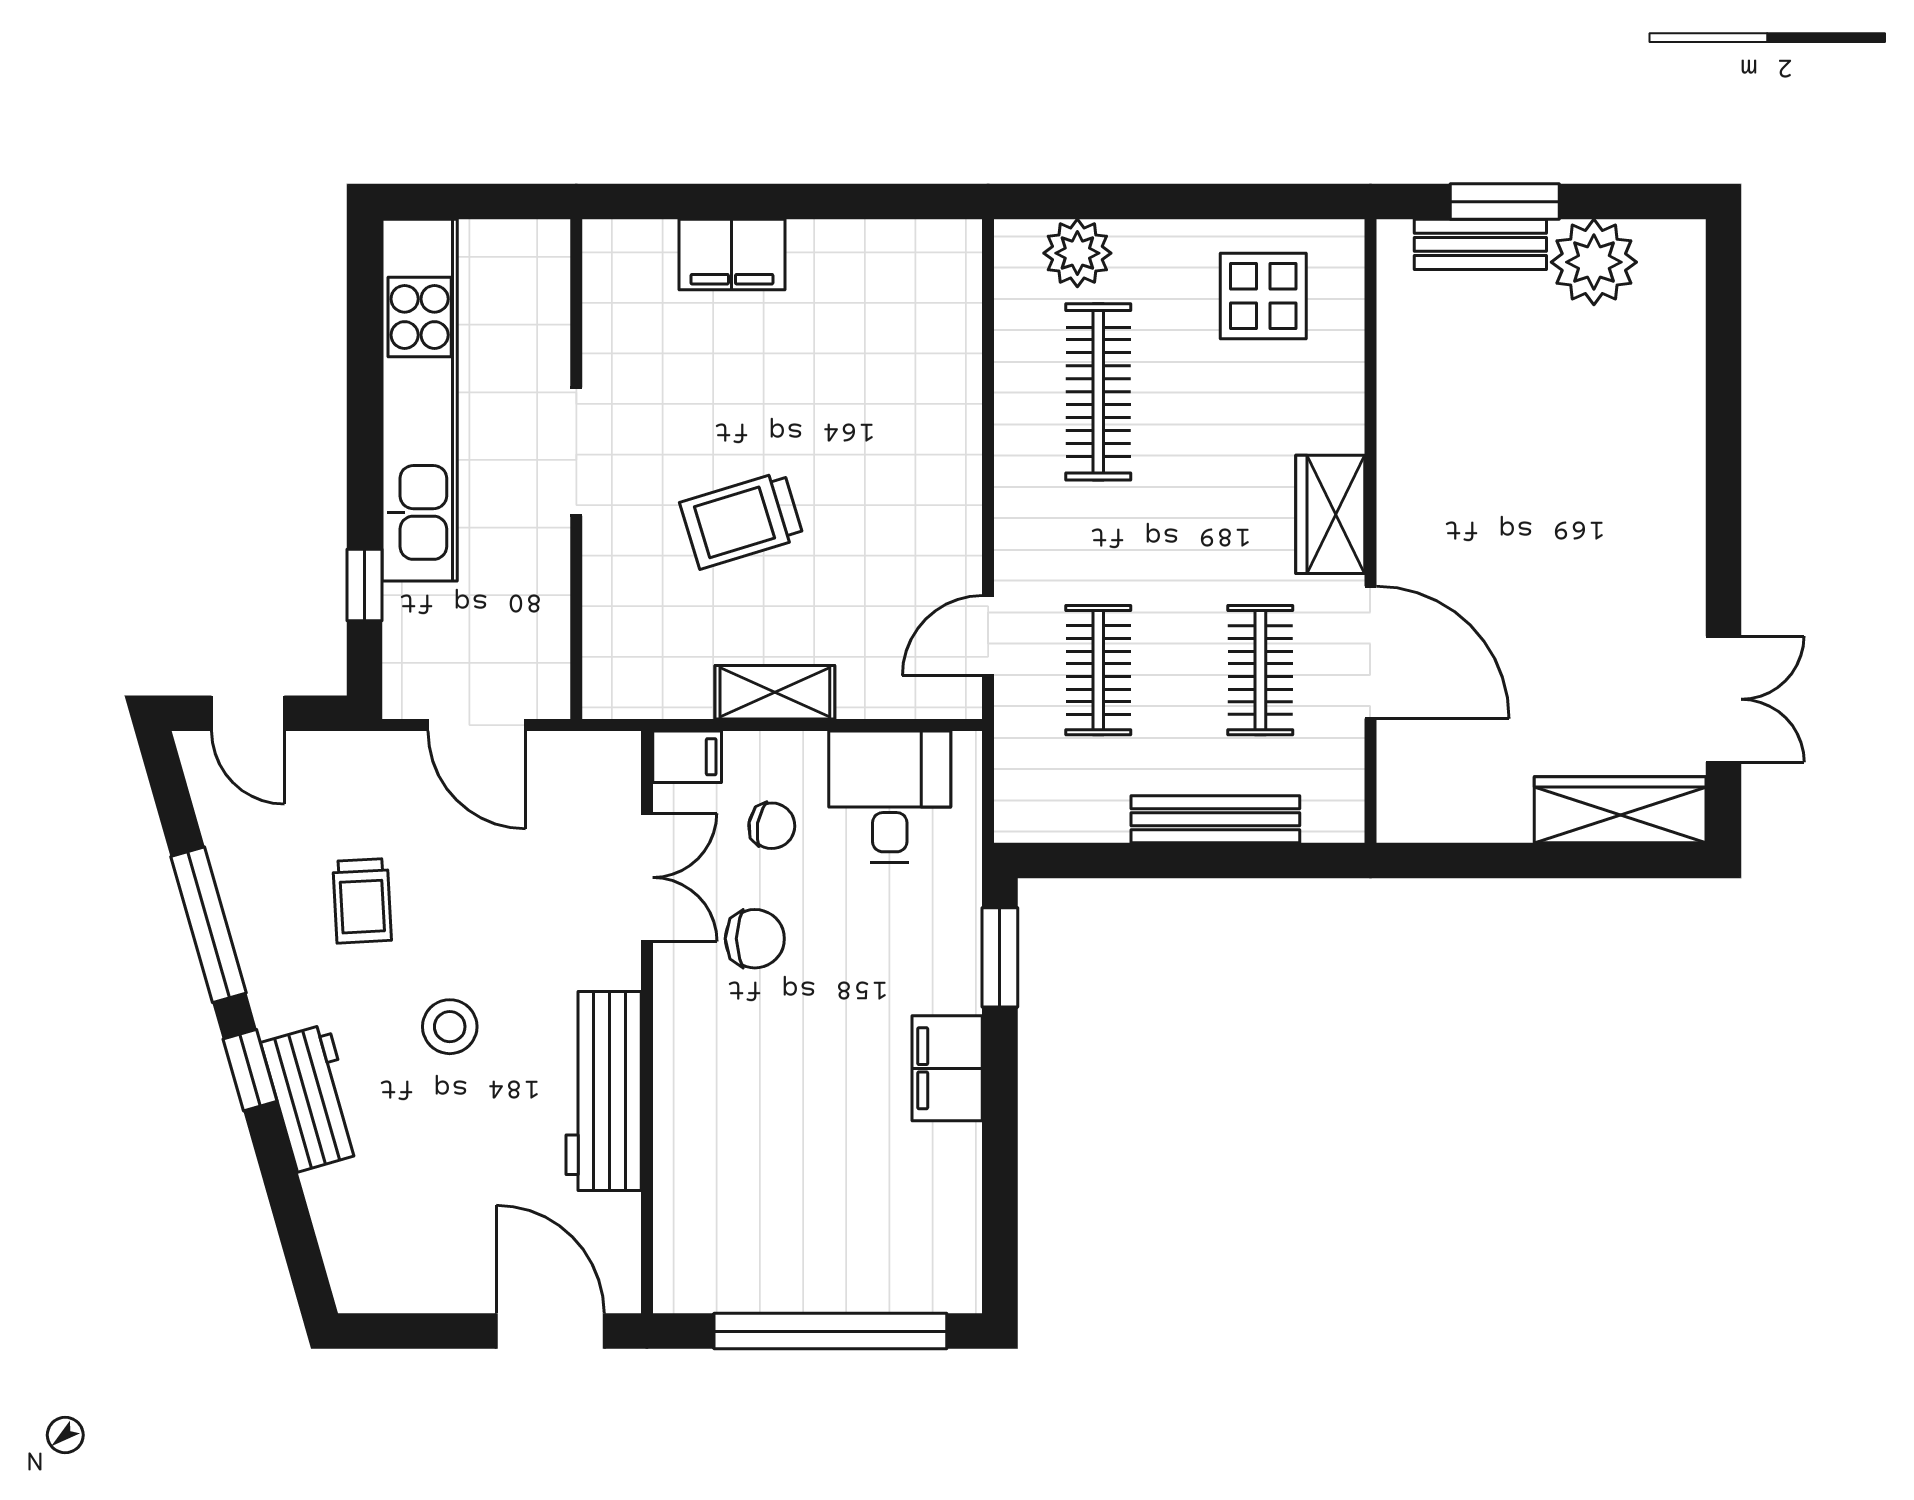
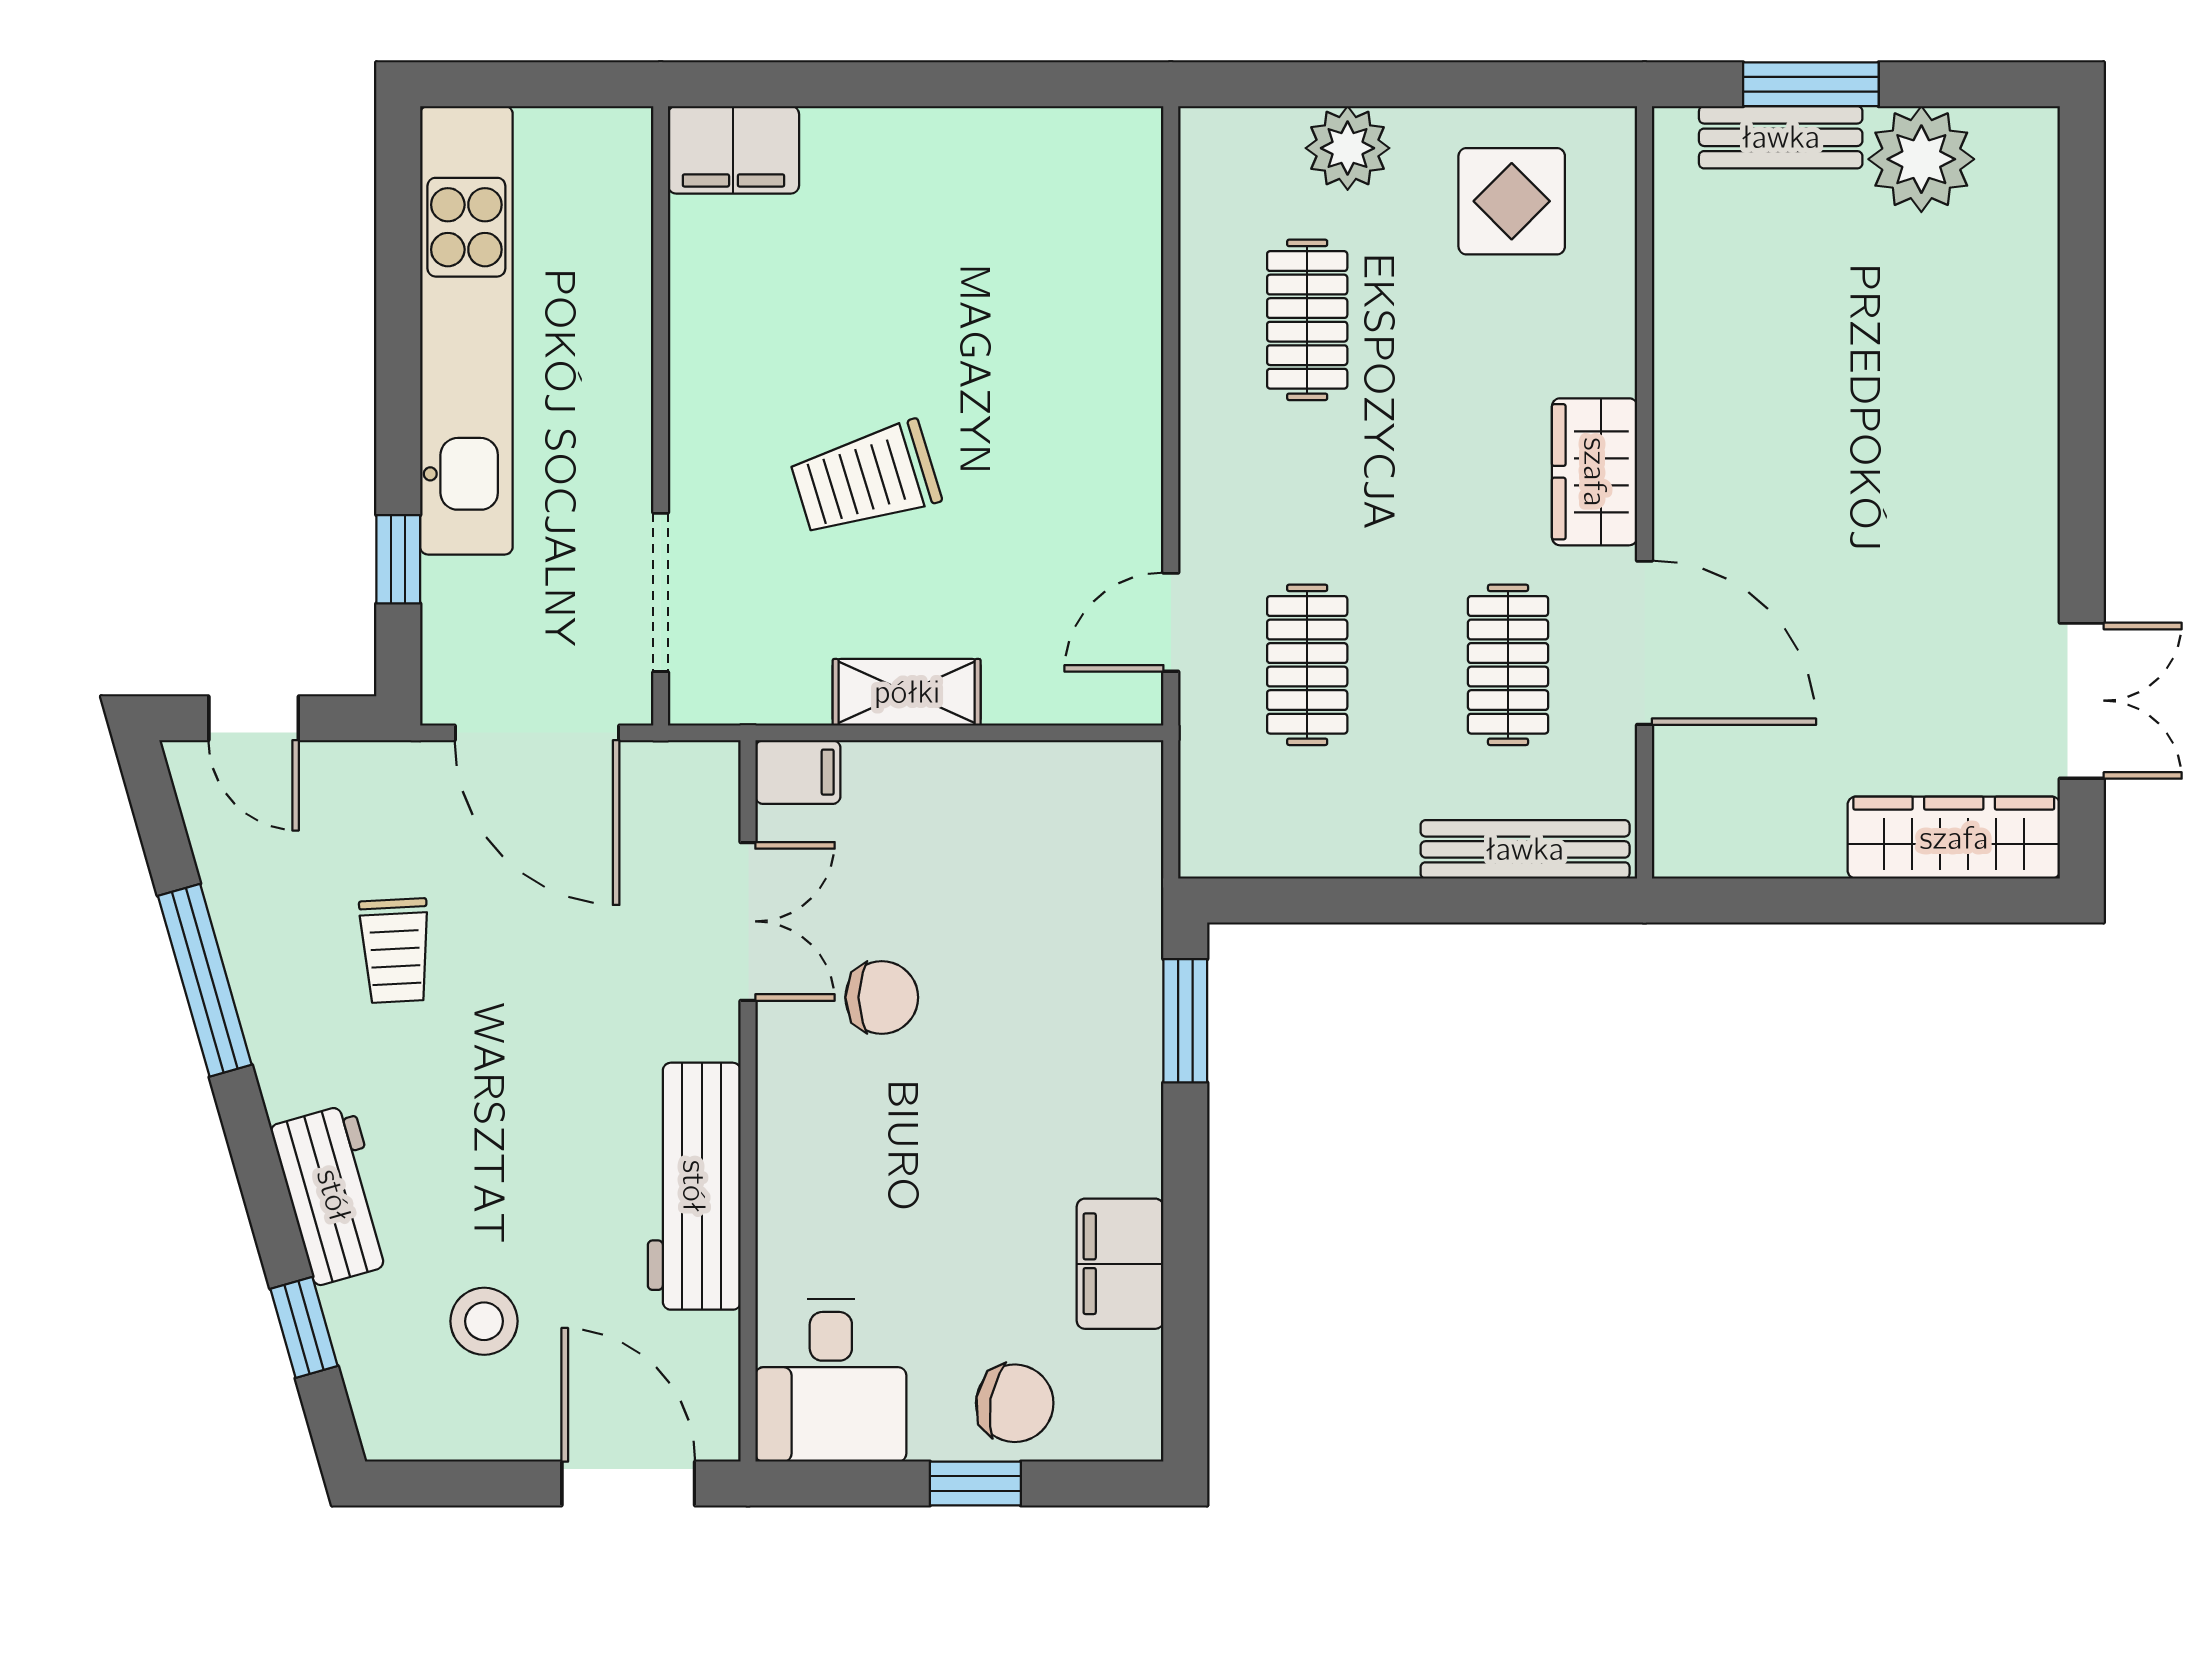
plant: (1077, 253) -> (1348, 148), moved
filing cabinet: (732, 255) -> (733, 150), moved
clothes rail: (1098, 392) -> (1307, 320), width x0.73
doorway: (576, 452) -> (661, 592), moved
door: (477, 725) -> (537, 733), width x1.36
desk: (890, 797) -> (831, 1380), moved, turned 180
bench: (1215, 819) -> (1525, 849), moved
chair: (772, 826) -> (1015, 1403), moved, width x1.37, depth x1.37
stool: (450, 1027) -> (484, 1321), moved
filing cabinet: (947, 1068) -> (1120, 1264), moved
window: (250, 1070) -> (304, 1327), moved
window: (830, 1331) -> (975, 1484), width x0.32

